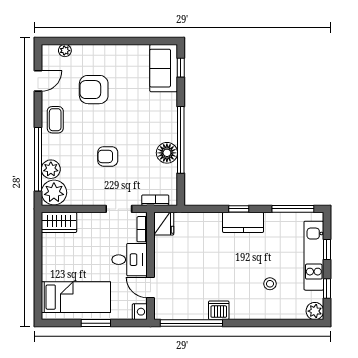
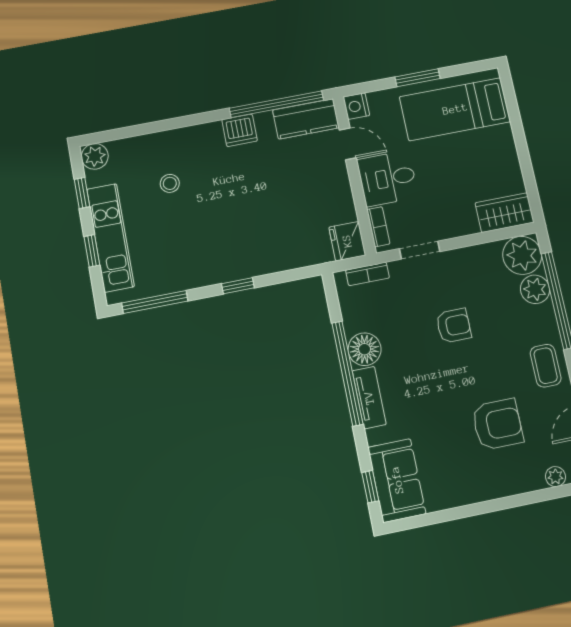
tv unit: (170, 122) -> (369, 398), added
kitchen counter: (243, 222) -> (306, 119), moved, turned 180

